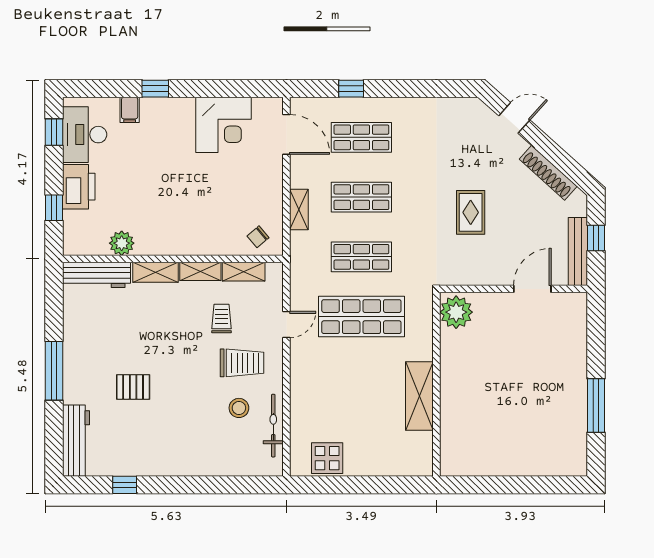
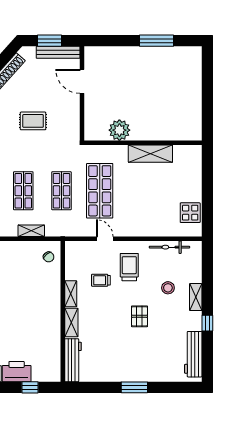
window: (596, 238) -> (49, 41), width x1.50
plant: (122, 243) -> (53, 344), removed
shelving: (244, 272) -> (196, 297), moved
plant: (456, 312) -> (119, 130), moved
window: (54, 371) -> (134, 387), width x0.69
pallet: (133, 387) -> (140, 316), moved
stool: (239, 408) -> (168, 288), moved
workbench: (76, 441) -> (193, 354), moved, turned -90
window: (125, 485) -> (207, 323), moved

